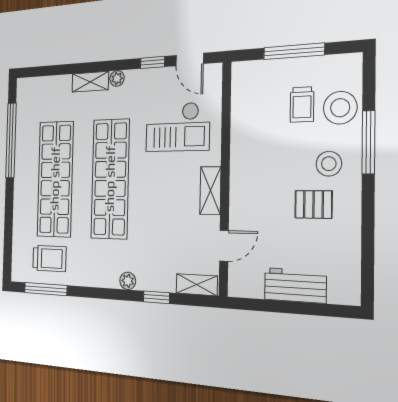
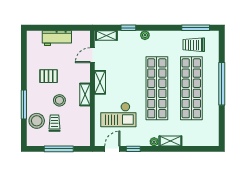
door: (190, 60) -> (112, 149), hinge flipped
checkout: (177, 127) -> (118, 115), turned 180
window: (11, 140) -> (222, 84), moved
stool: (329, 164) -> (59, 100), moved
shelving: (239, 166) -> (85, 94), added

